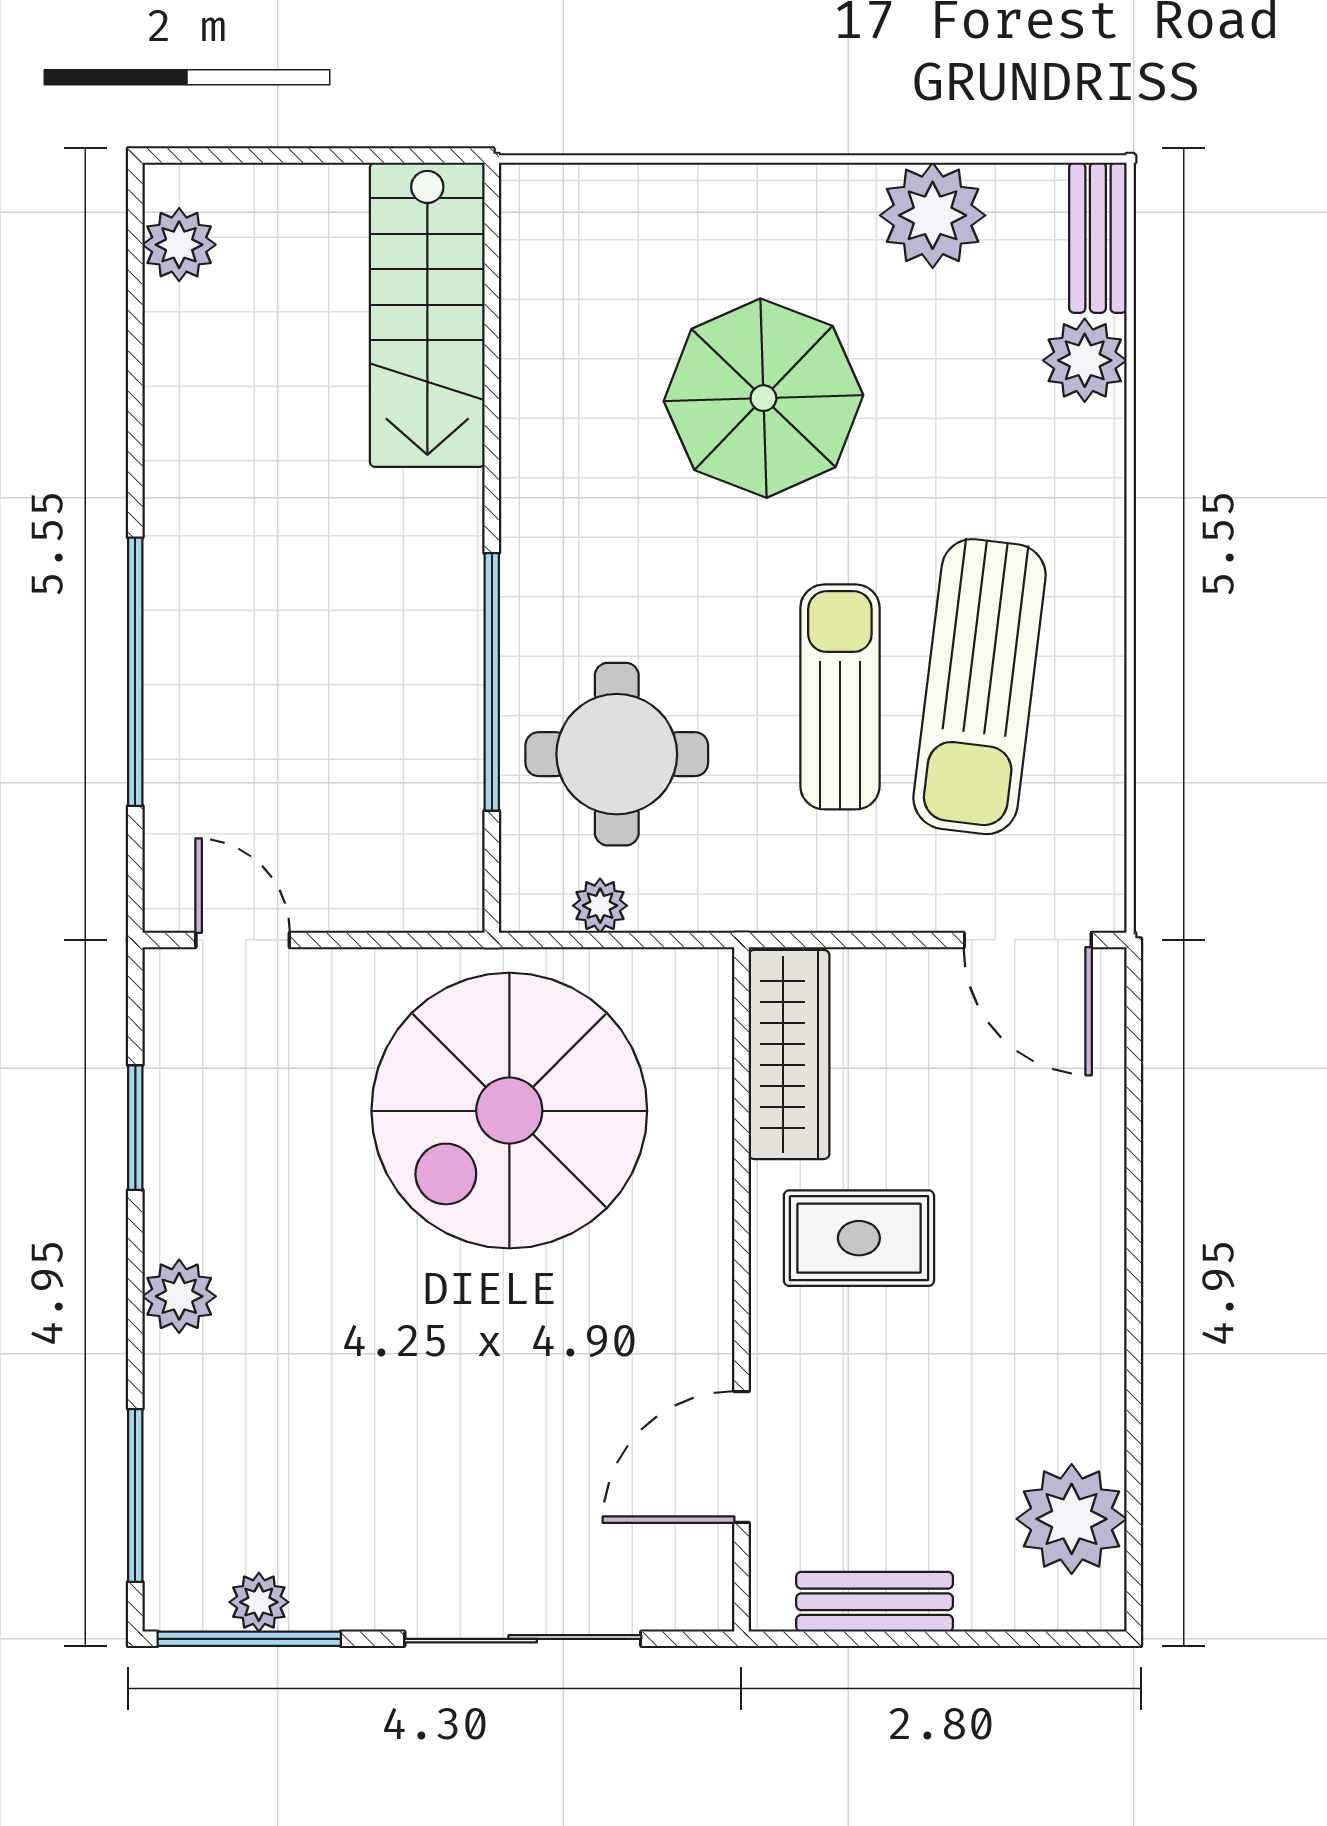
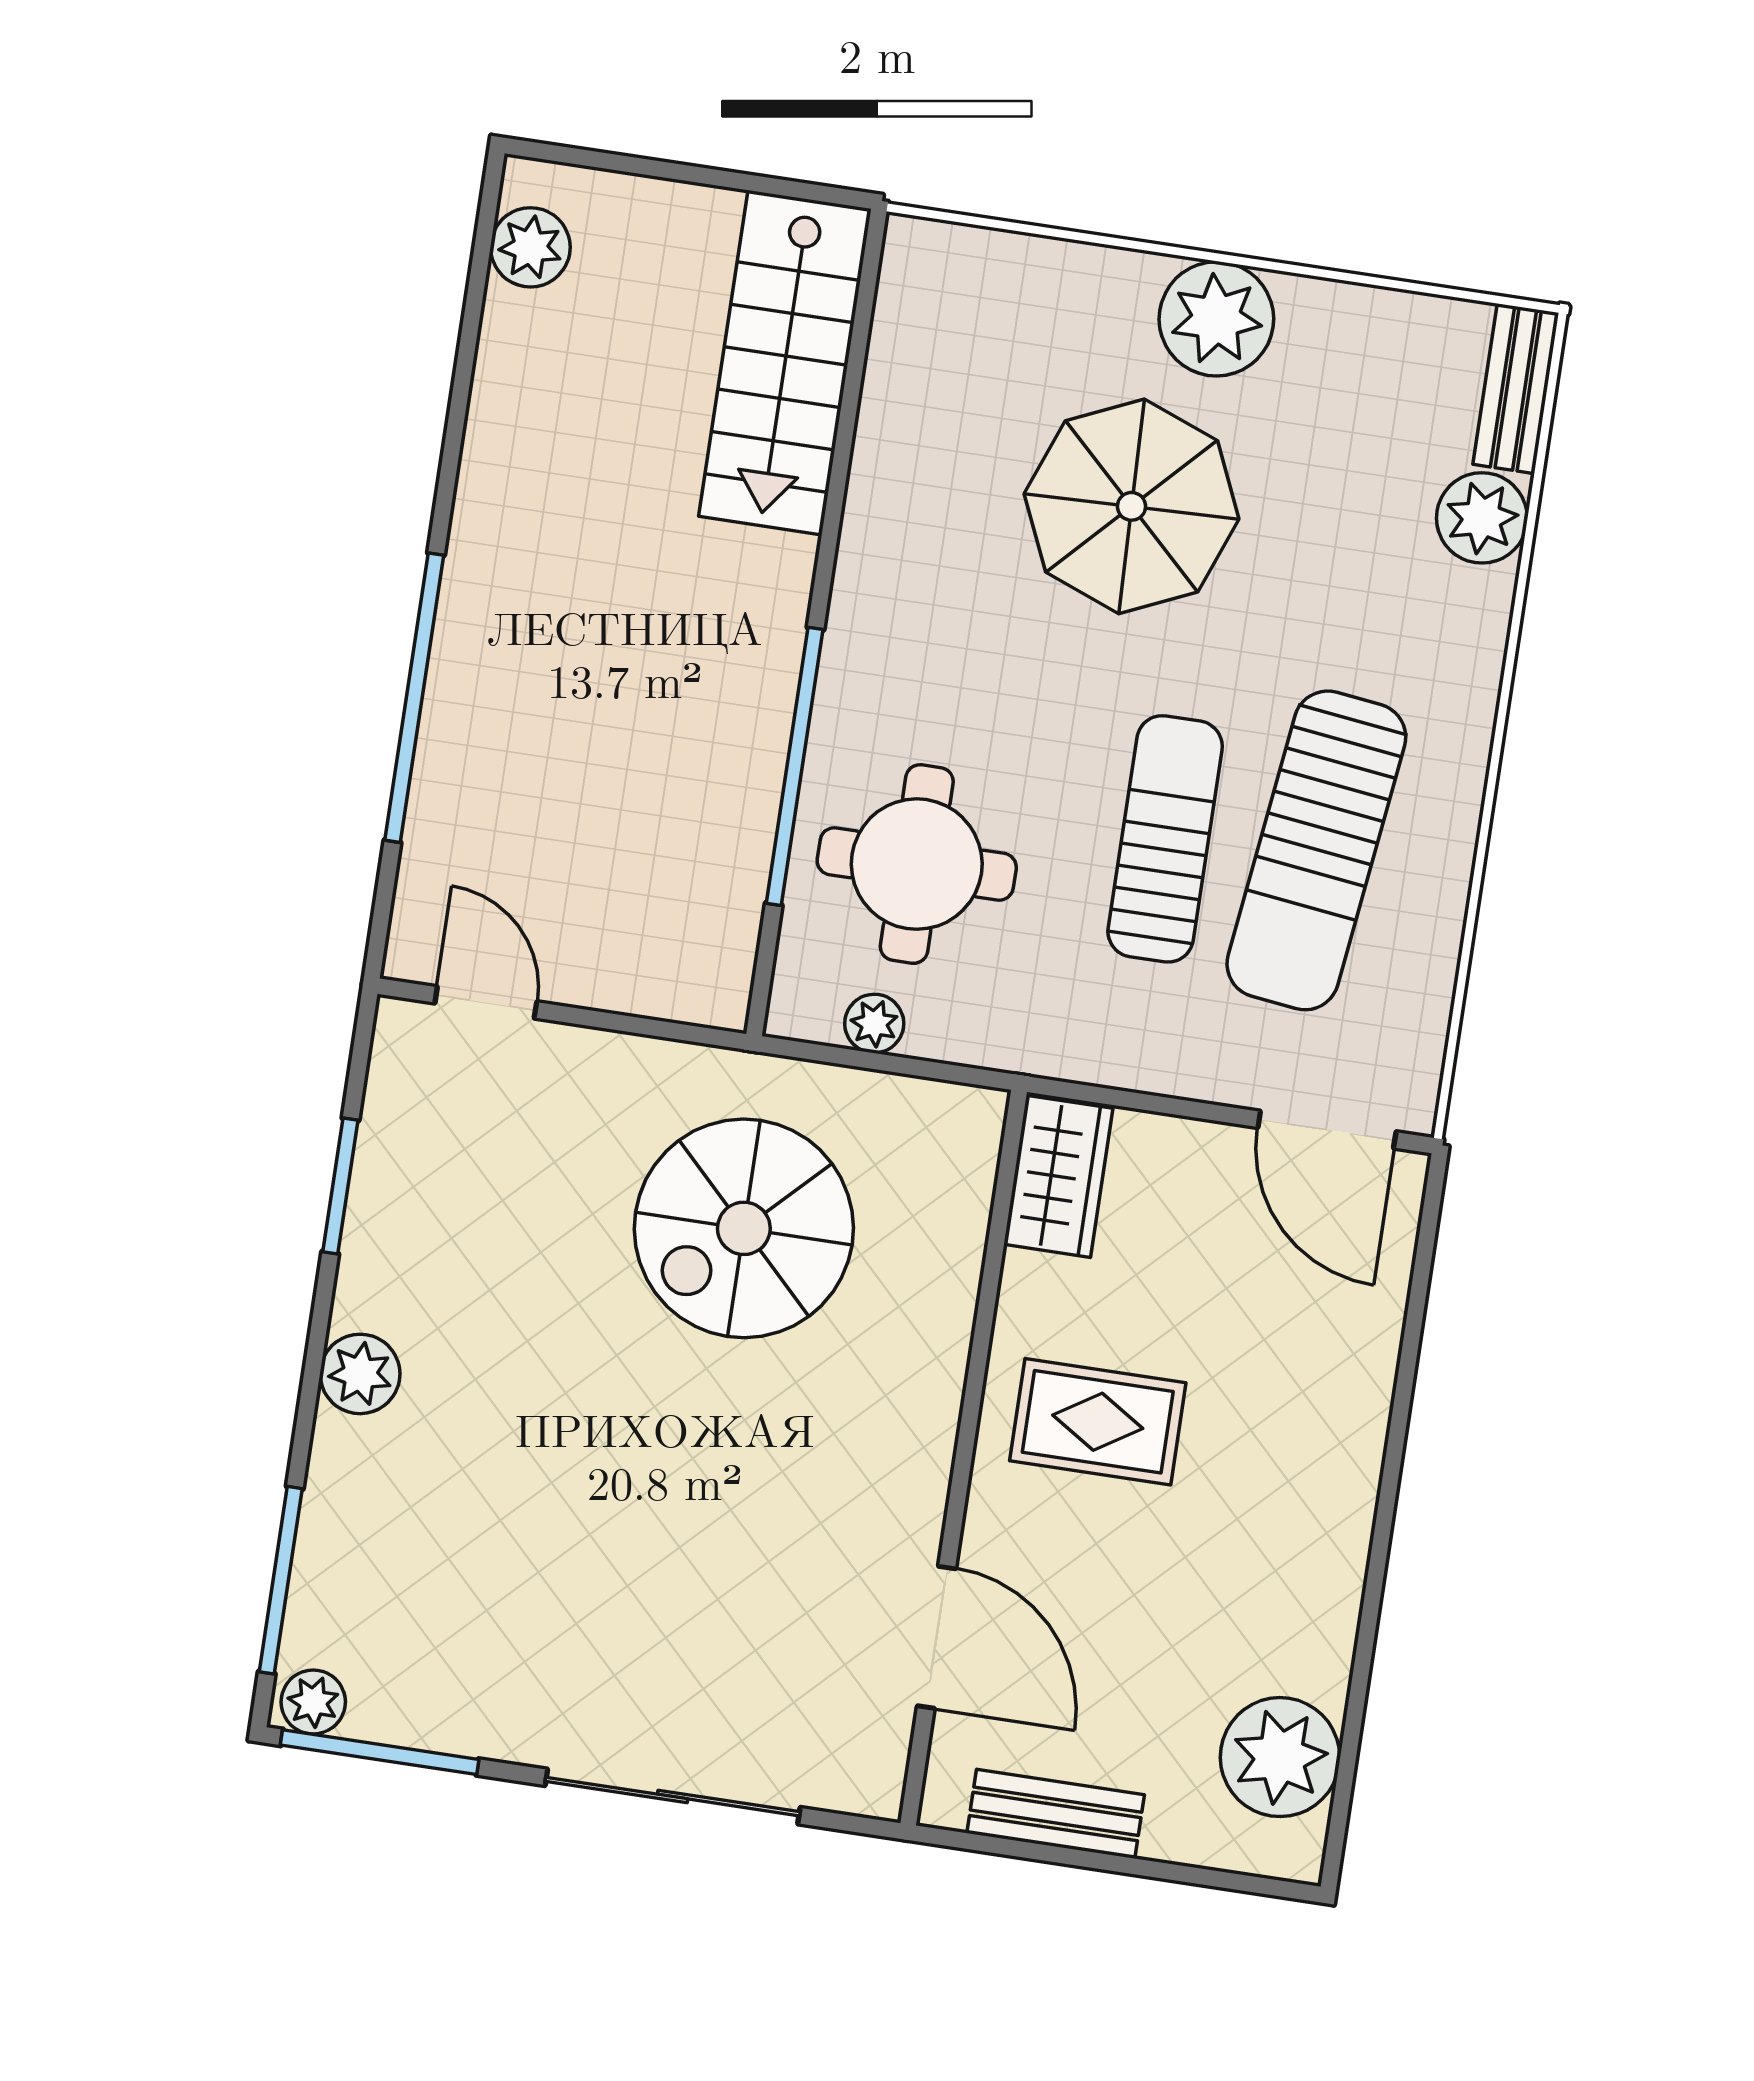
plant: (933, 215) -> (1216, 319), moved
wardrobe: (789, 1054) -> (1058, 1176), width x0.67
spiral stairs: (509, 1111) -> (744, 1228), width x0.73, depth x0.73
door: (741, 1457) -> (936, 1637), swing flipped
plant: (259, 1602) -> (313, 1702), moved

